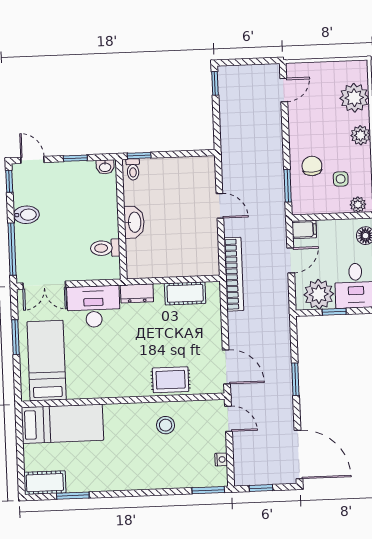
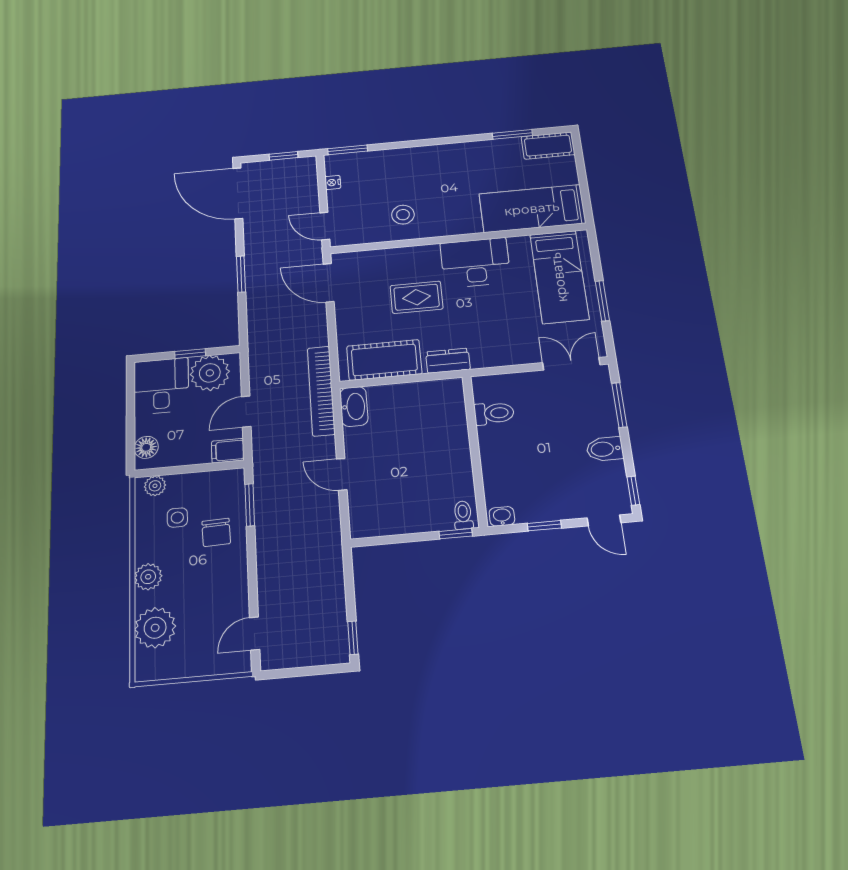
washbasin: (134, 222) -> (354, 407), moved, turned 180
window: (12, 249) -> (619, 405), width x0.69
cot: (185, 293) -> (384, 360), width x1.37, depth x1.34
desk: (94, 307) -> (475, 263), moved, turned 180
rug: (171, 380) -> (417, 297), moved

